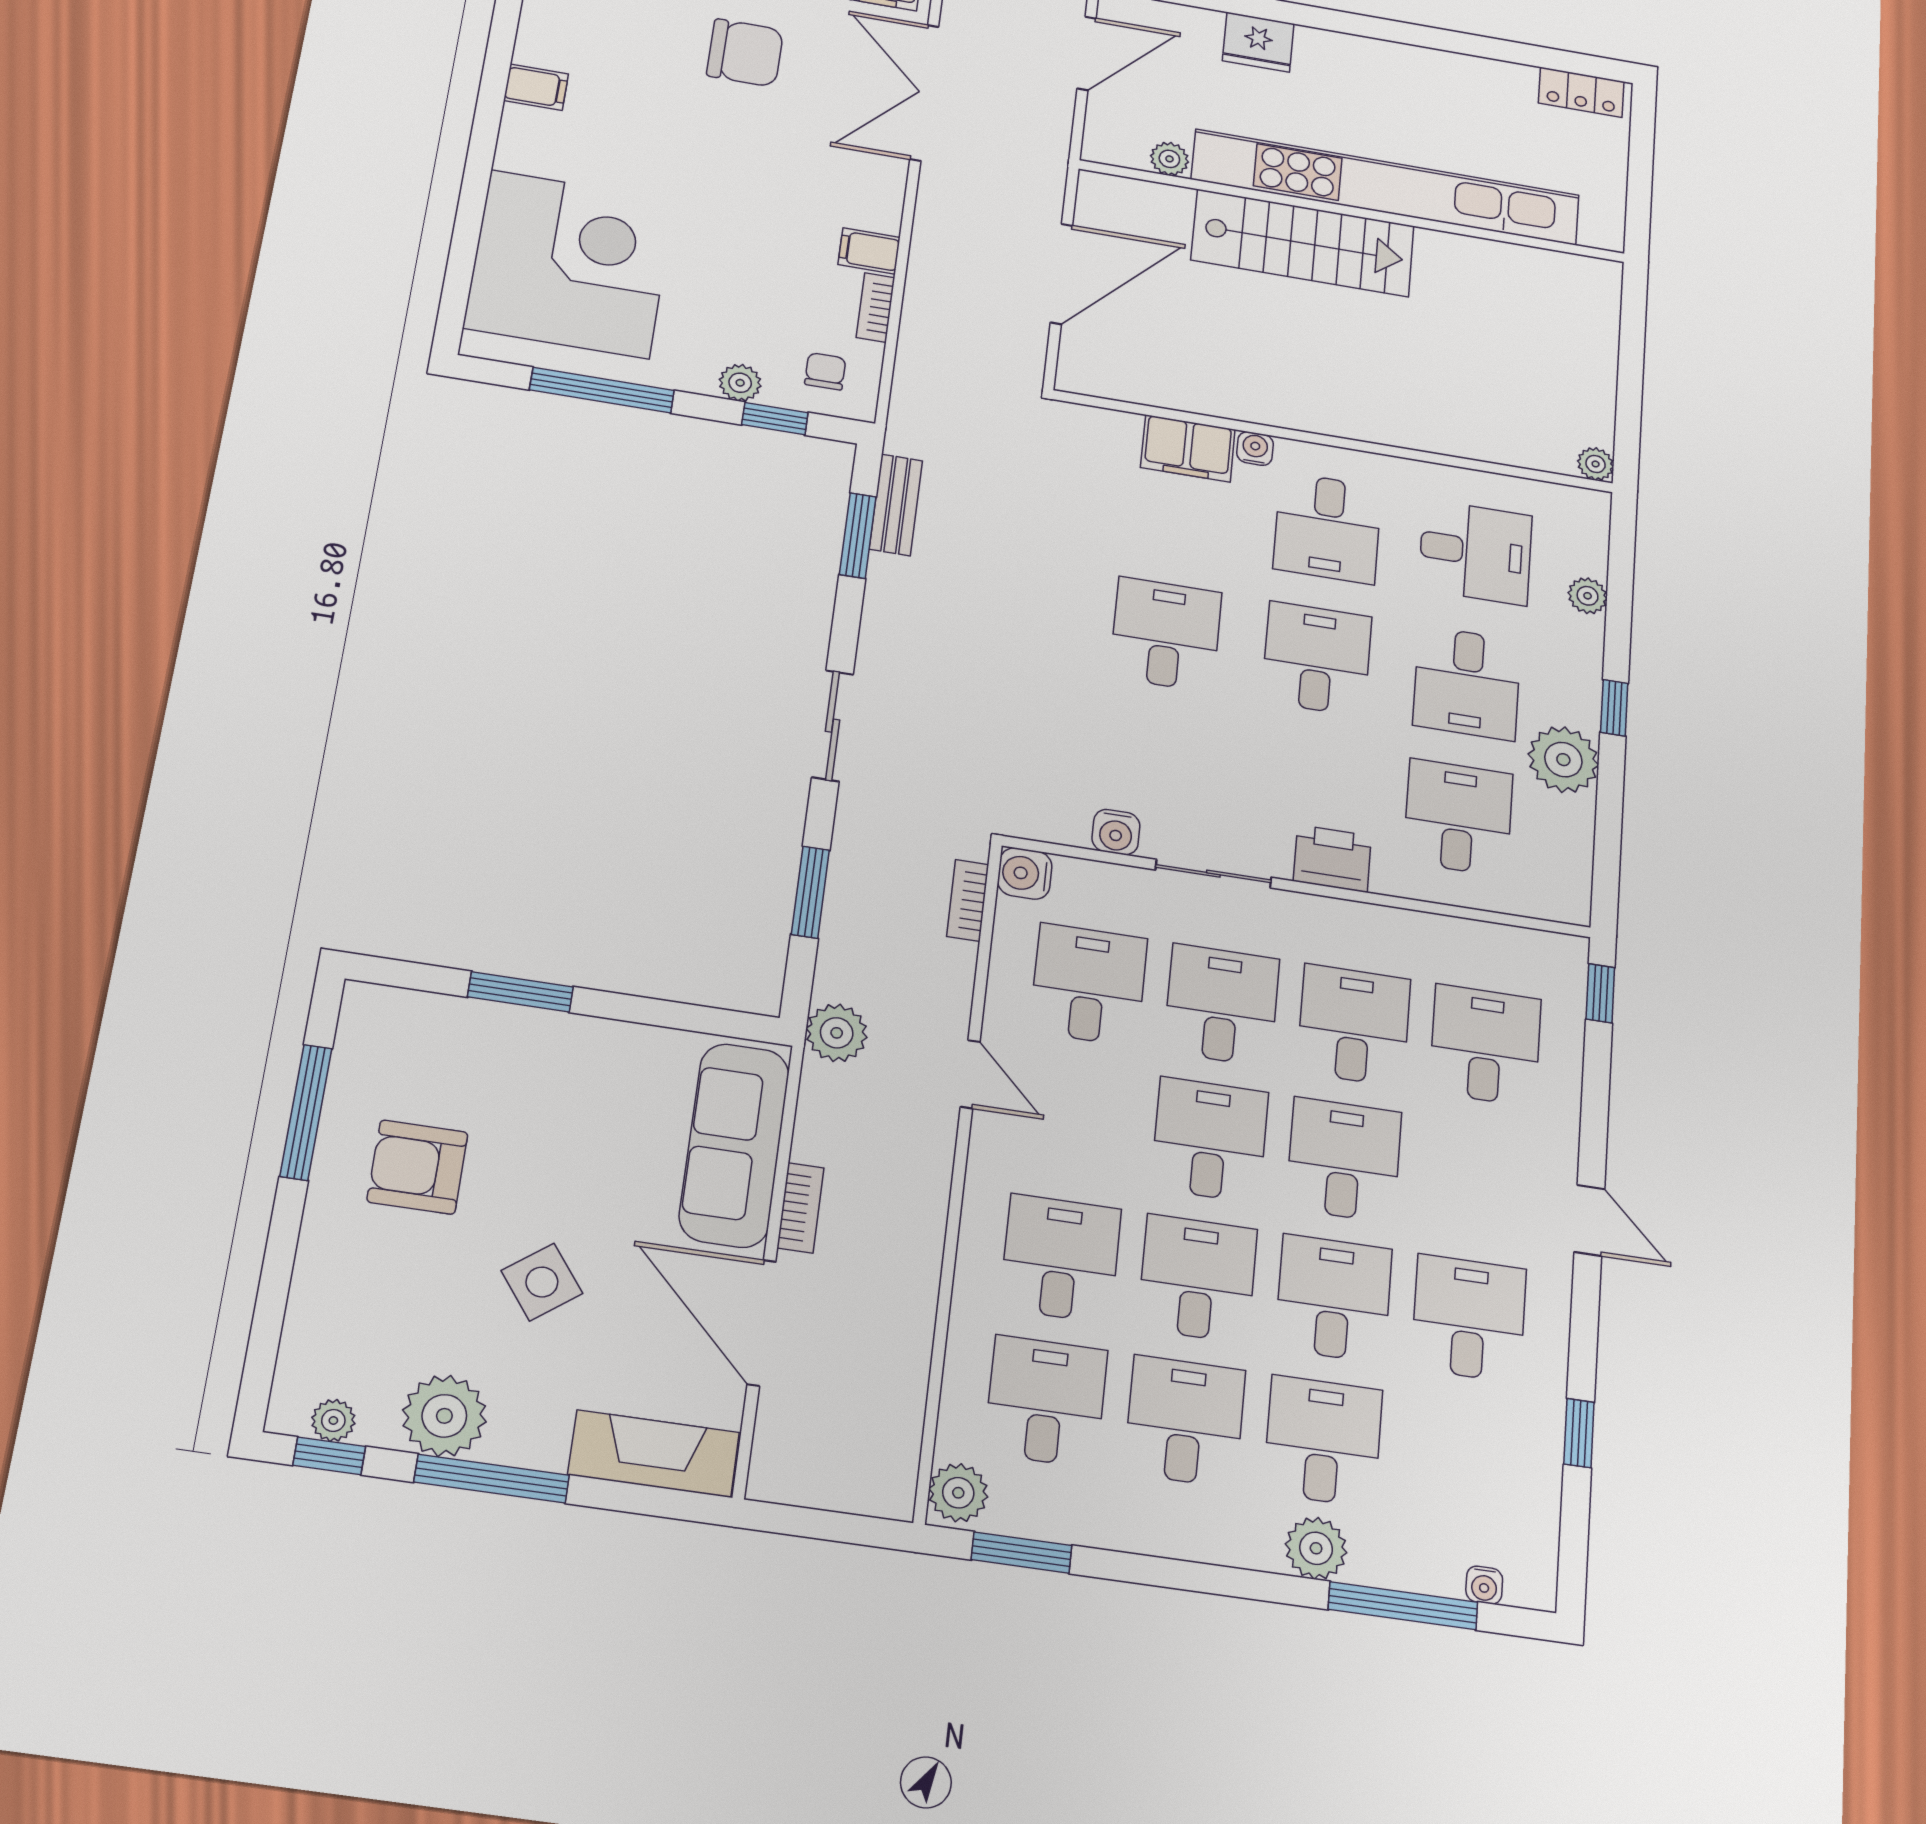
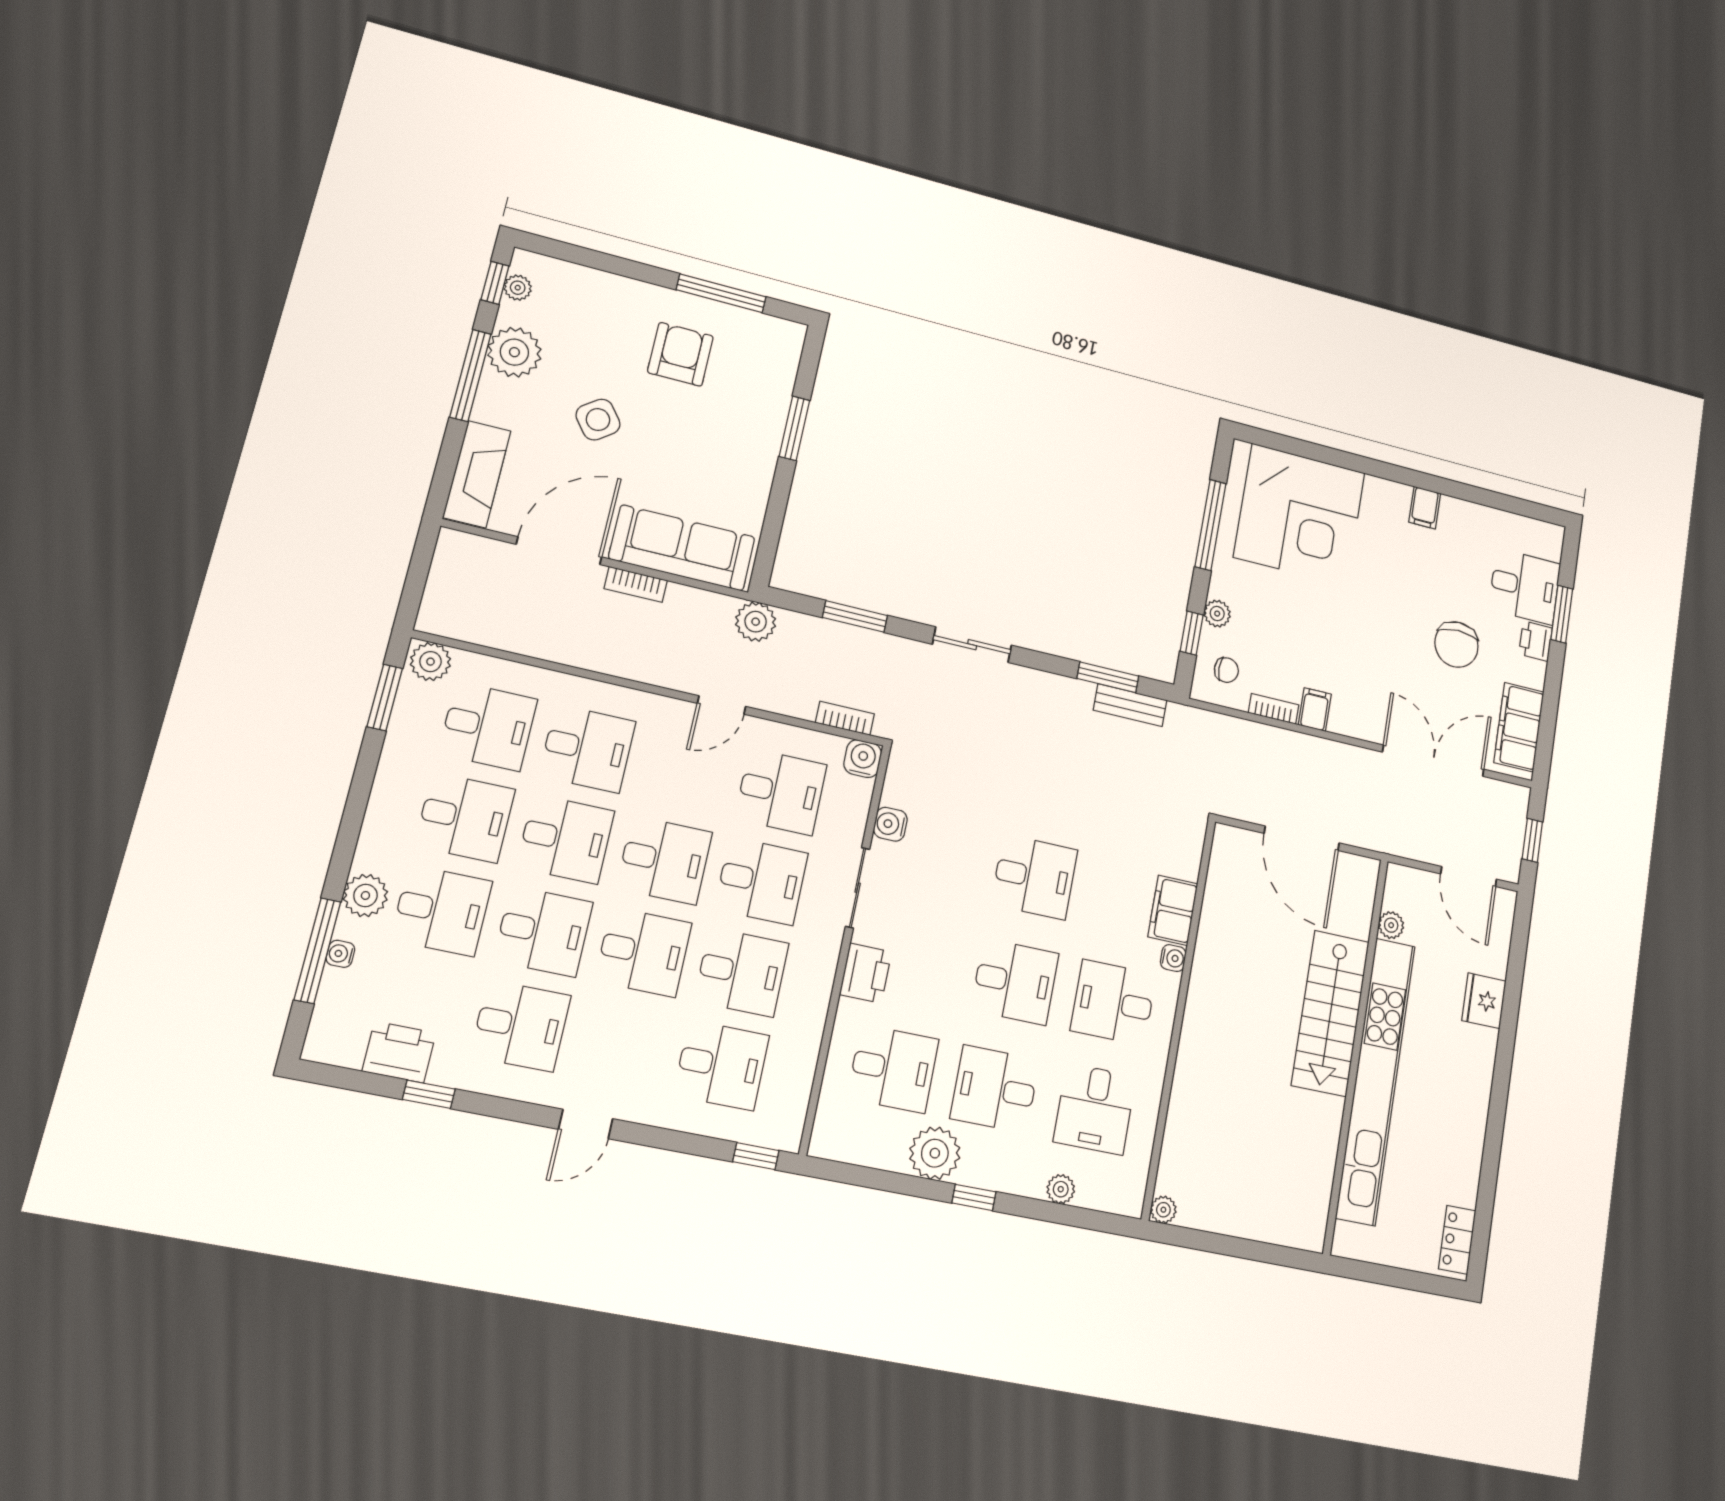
printer: (1528, 1479) -> (399, 1052), added
water cooler: (1484, 1585) -> (340, 954), moved

